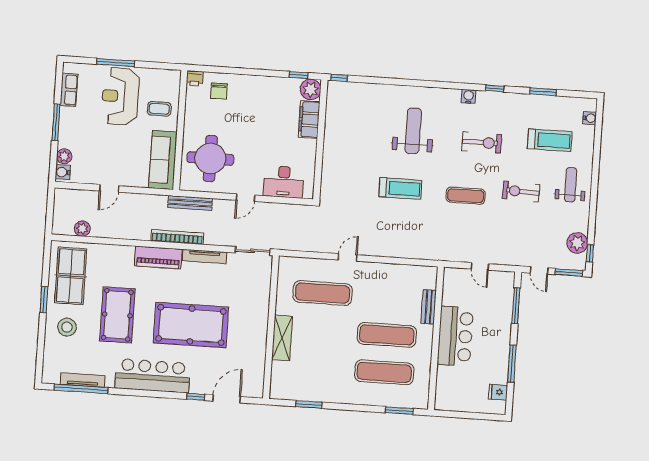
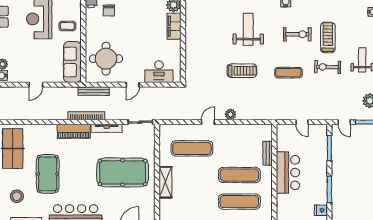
treadmill: (550, 140) -> (328, 37), moved, turned -90
plant: (82, 229) -> (231, 114), moved
pool table: (191, 325) -> (123, 172), moved
stool: (67, 327) -> (17, 196), moved

